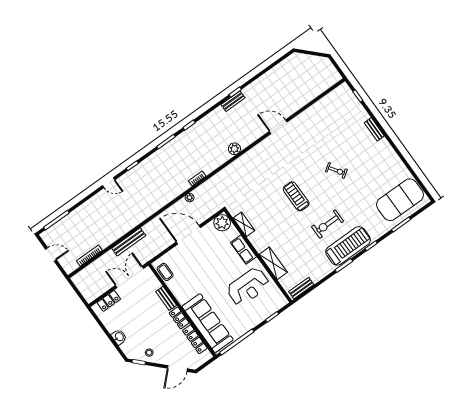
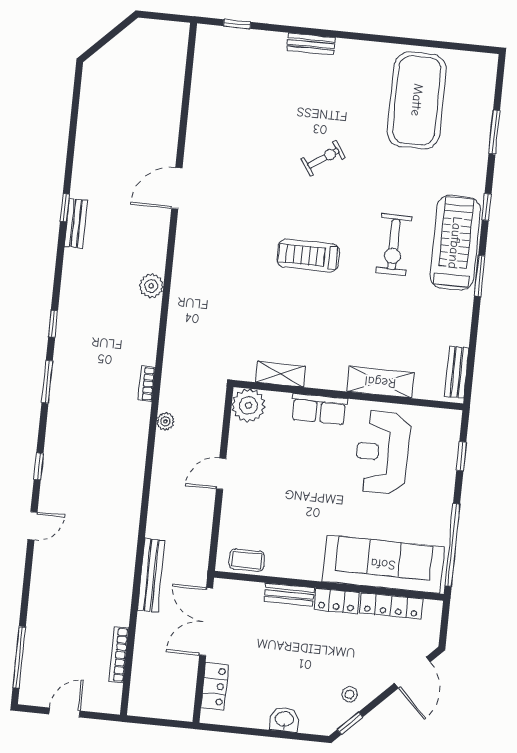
exercise mat: (400, 200) -> (417, 100), moved
door: (188, 235) -> (221, 474), width x0.53
reception desk: (248, 287) -> (382, 452), turned 180

